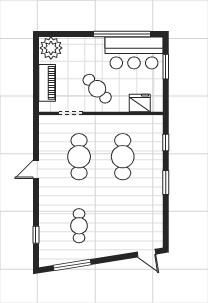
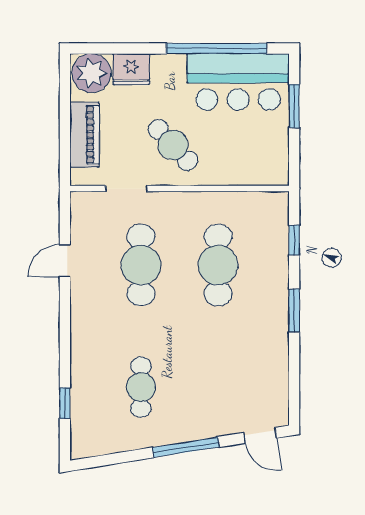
fridge: (140, 103) -> (131, 69), moved, turned 180
door: (36, 169) -> (65, 261), moved
window: (72, 265) -> (186, 447), moved

